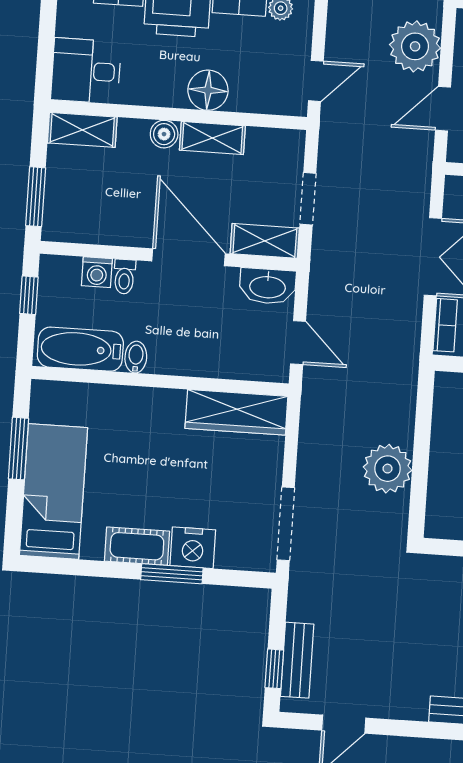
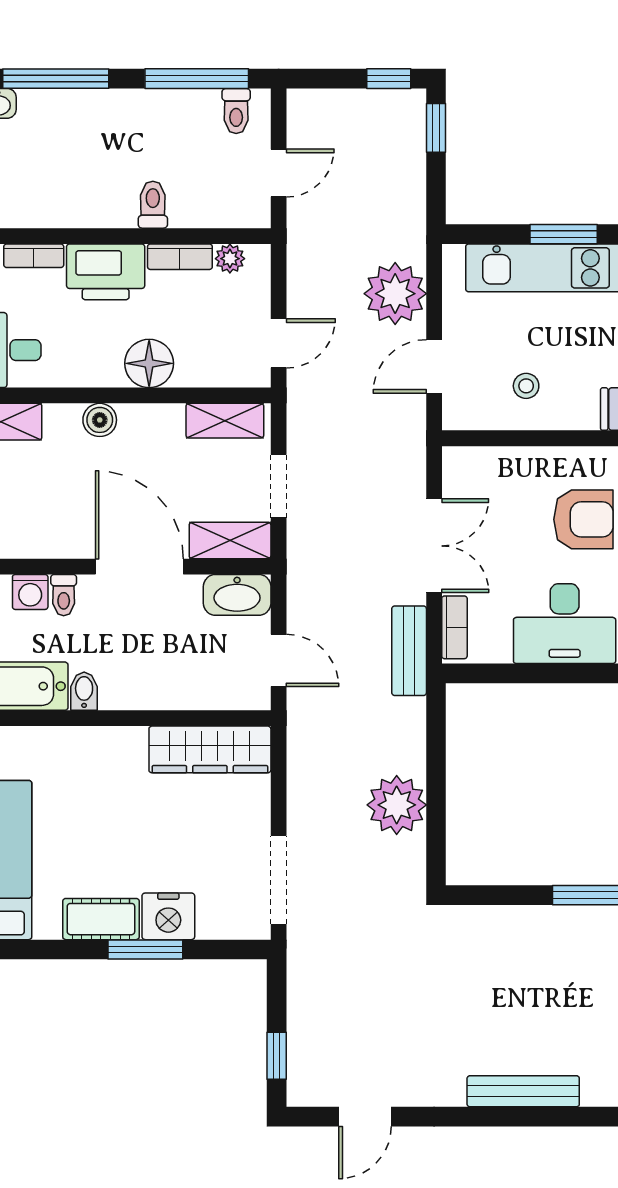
shelving: (212, 138) -> (225, 421), moved
bench: (297, 660) -> (409, 651), moved

